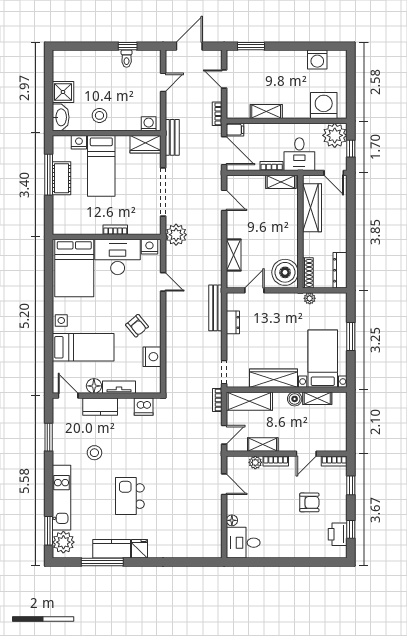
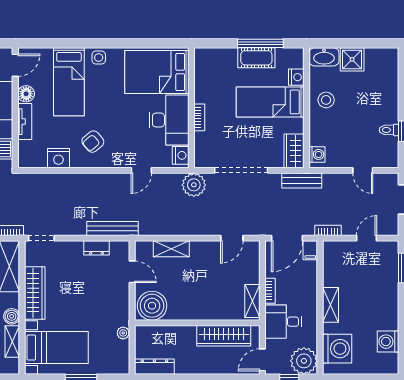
shelving: (266, 111) -> (330, 305), moved
shoe rack: (308, 273) -> (151, 331), removed

